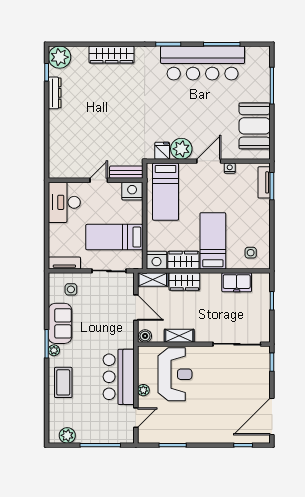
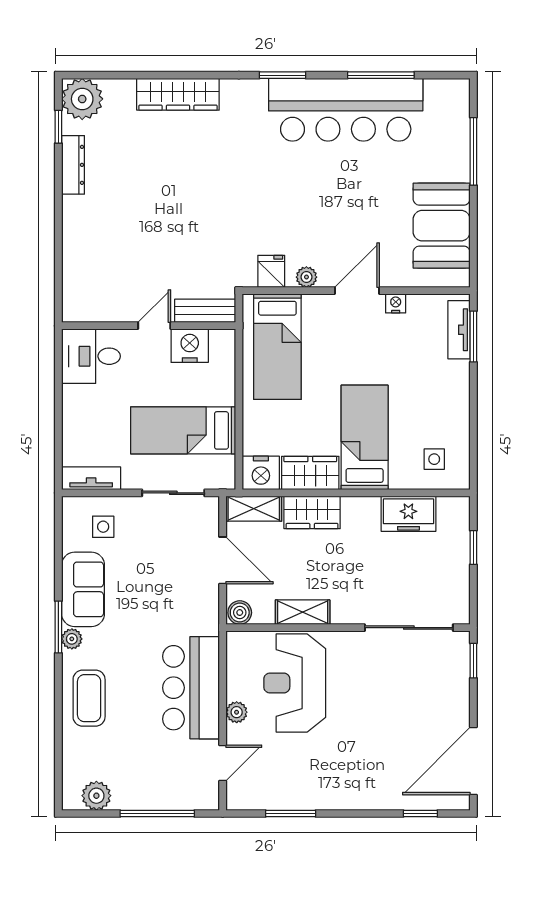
plant: (181, 149) -> (306, 277), width x0.53, depth x0.53
nightstand: (132, 191) -> (190, 346), moved
desk: (64, 202) -> (91, 356), width x0.73
reception desk: (175, 374) -> (295, 683), turned 180

